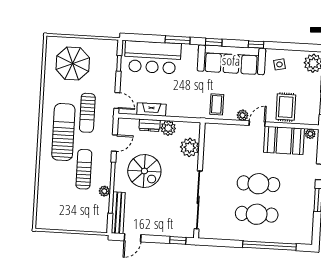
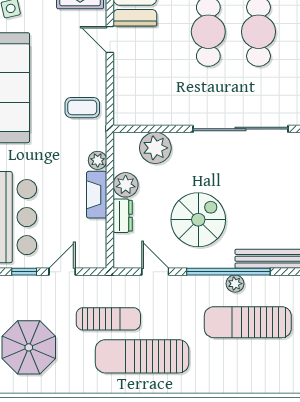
door: (117, 101) -> (62, 272), moved
fireplace: (151, 109) -> (97, 195), moved
plant: (243, 115) -> (98, 160), moved
sun lounger: (84, 169) -> (248, 322), moved, width x1.36, depth x1.34

